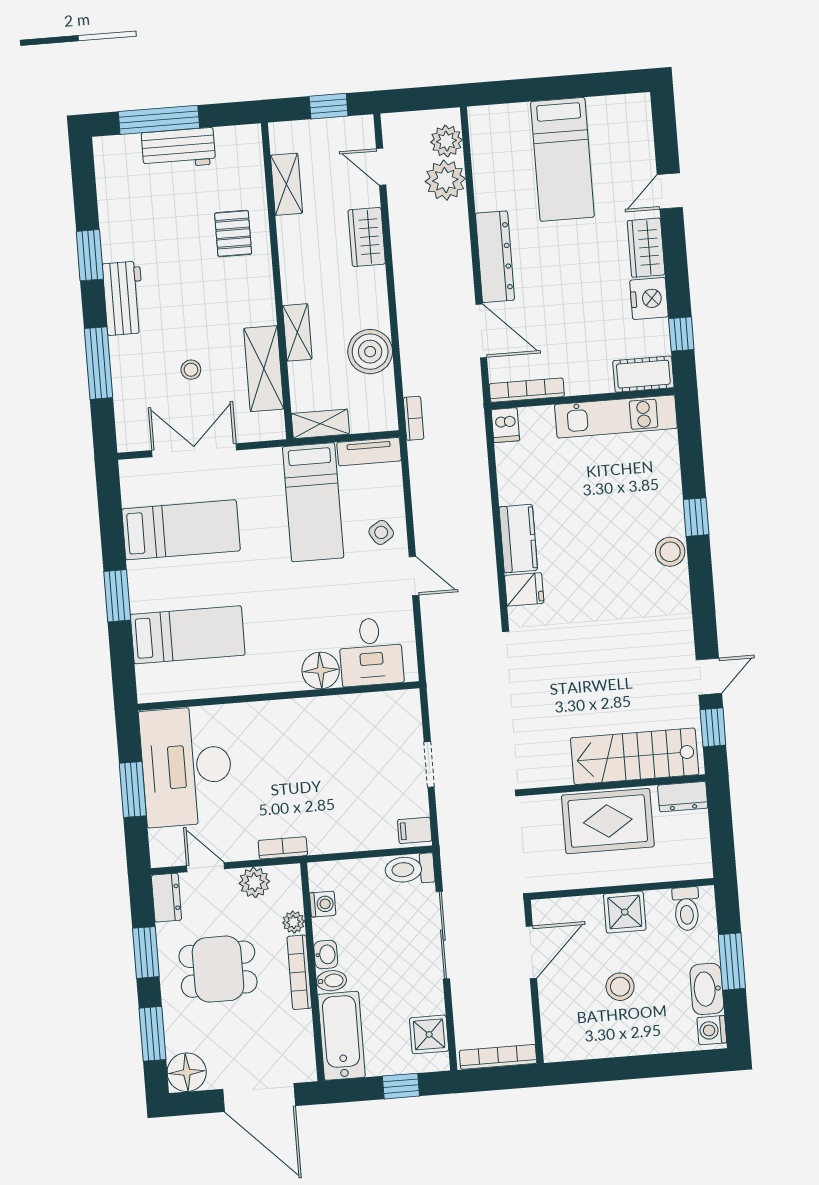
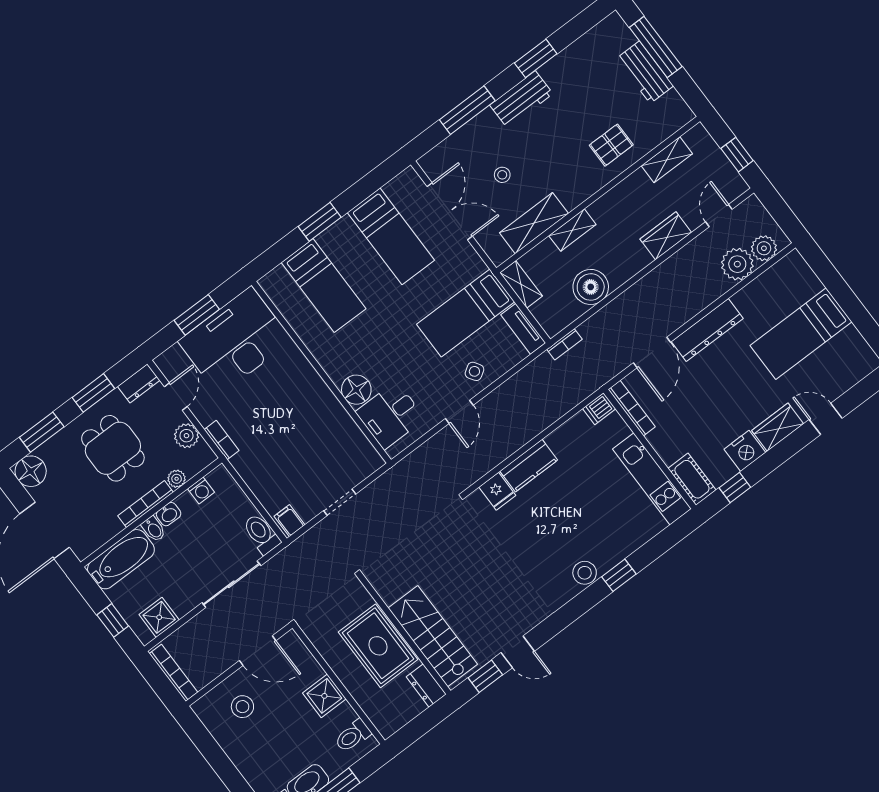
stool: (620, 987) -> (242, 707), moved

